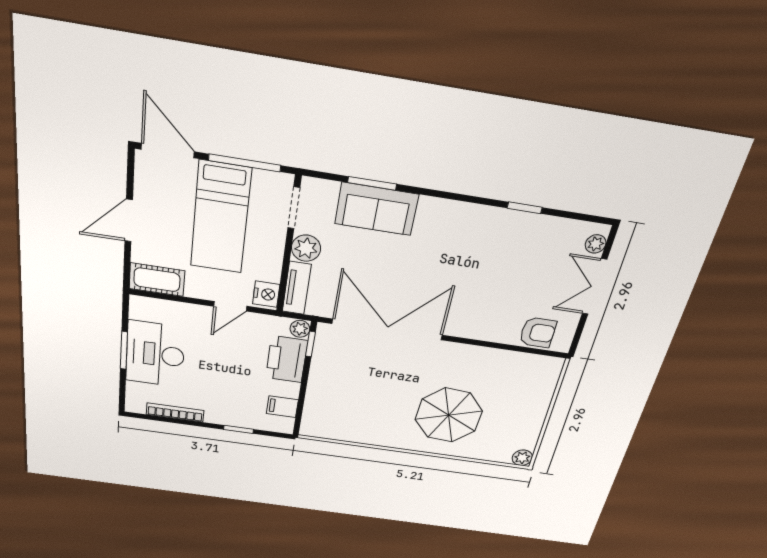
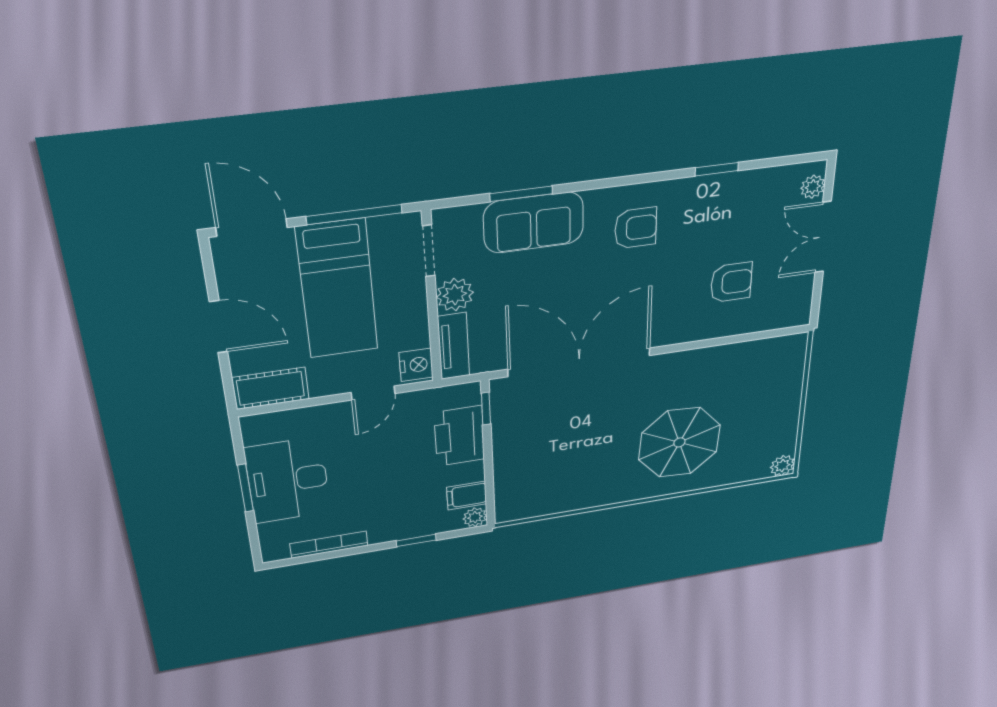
door: (129, 221) -> (218, 327), swing flipped
armchair: (453, 236) -> (636, 228), added
plant: (300, 329) -> (475, 517), moved
armchair: (538, 333) -> (731, 282), moved

